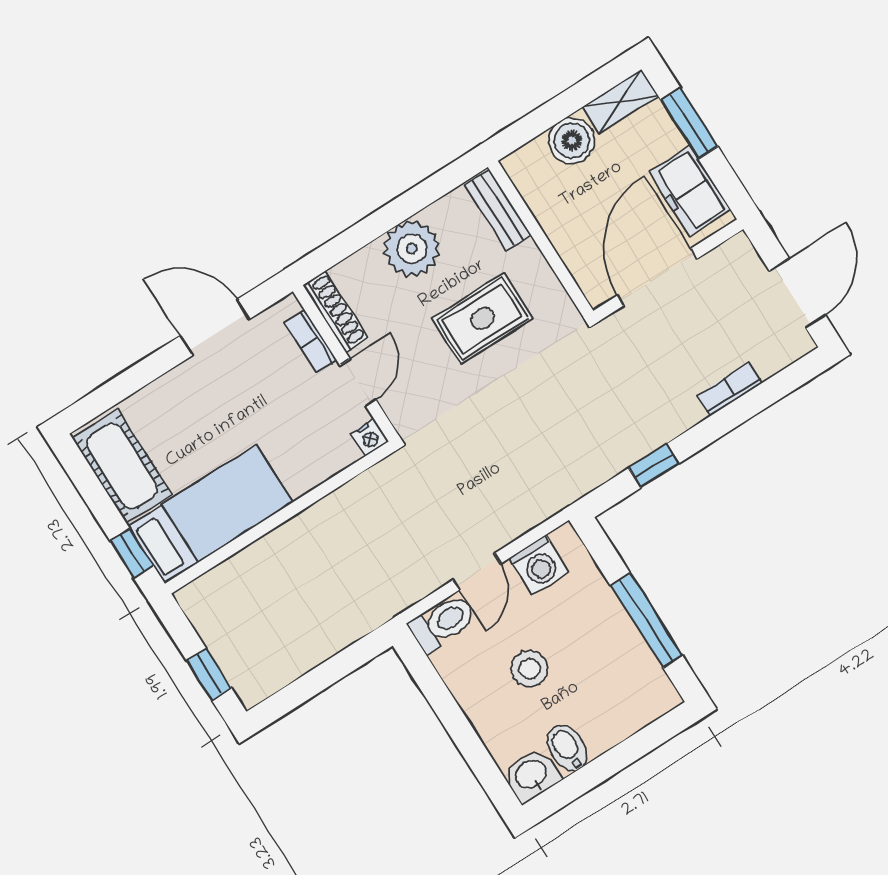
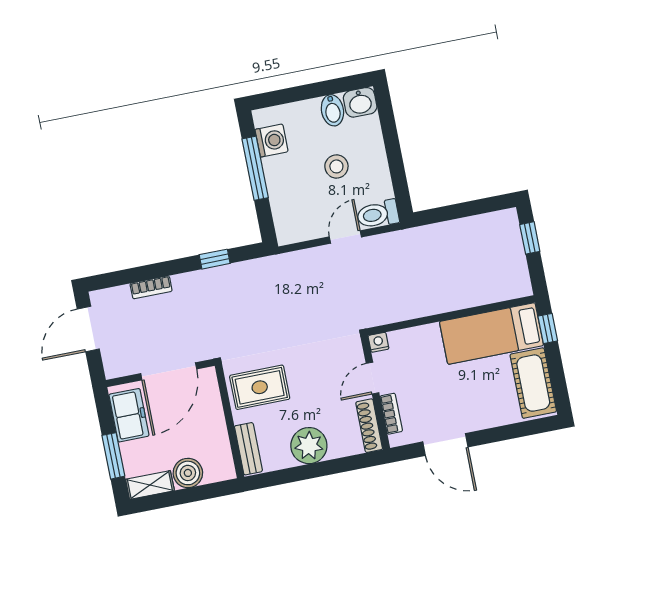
rug: (482, 319) -> (260, 387), moved
washing machine: (539, 565) -> (272, 141), moved, turned 90

